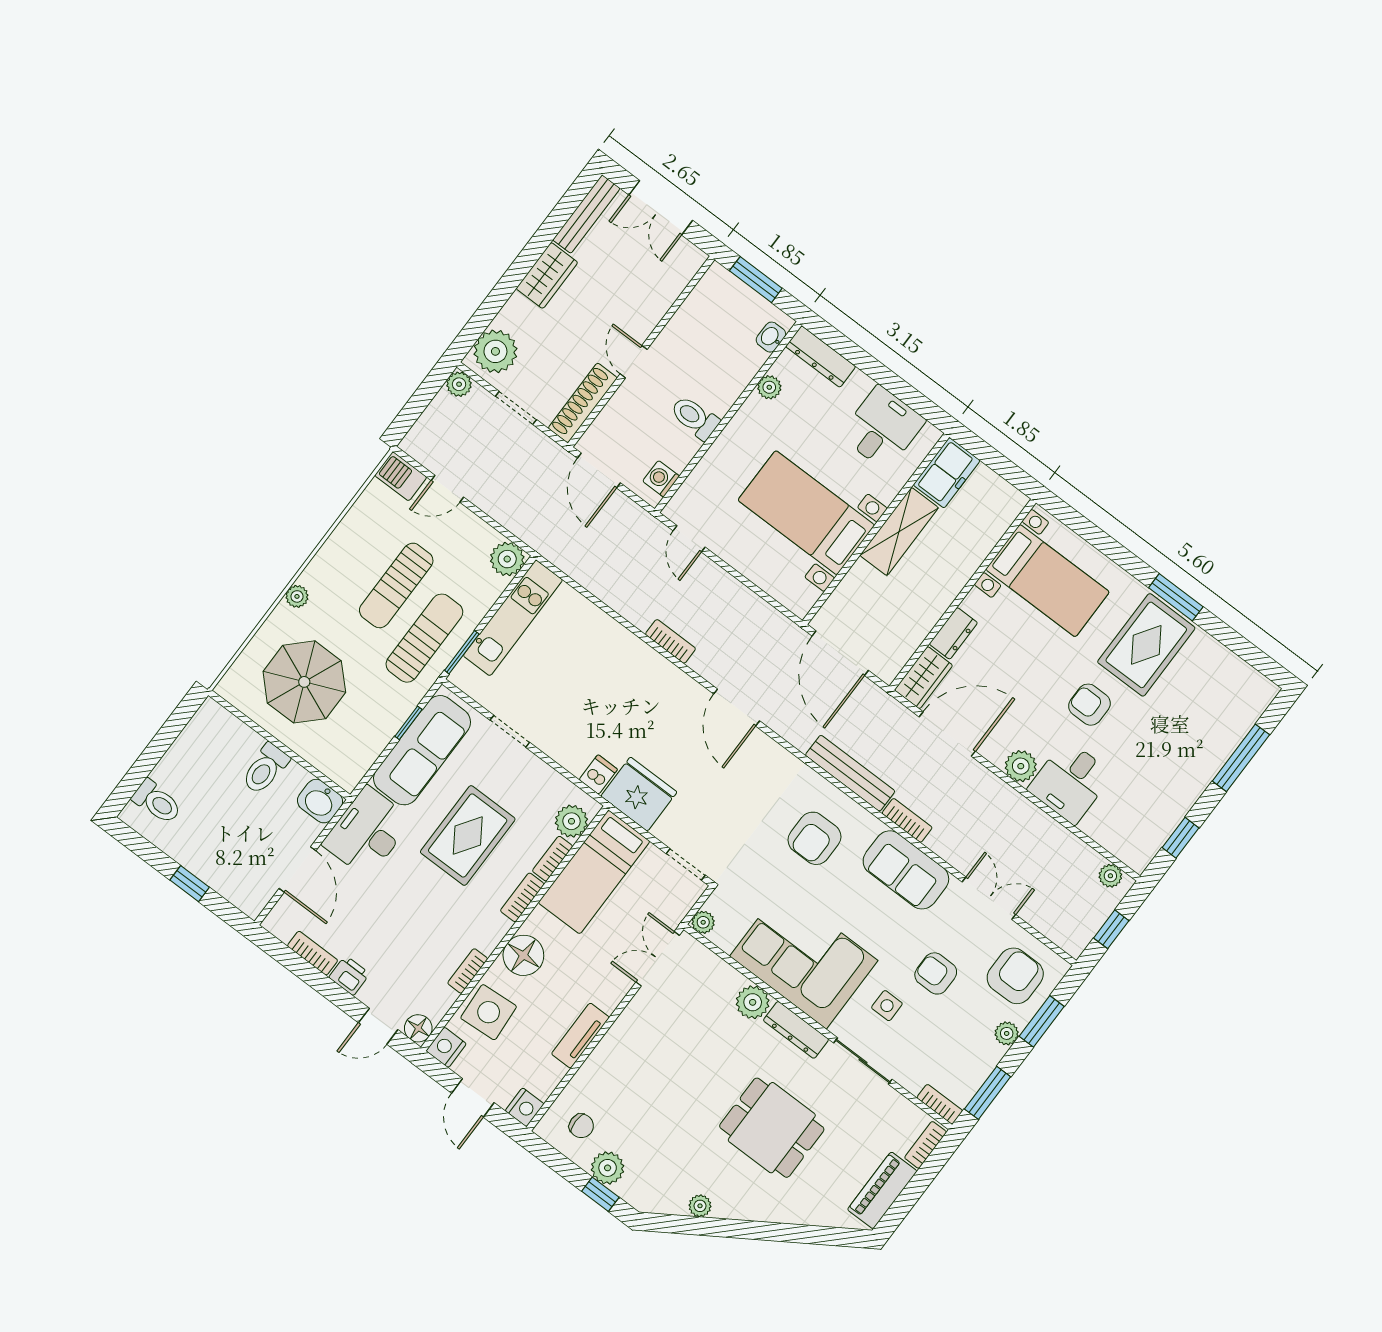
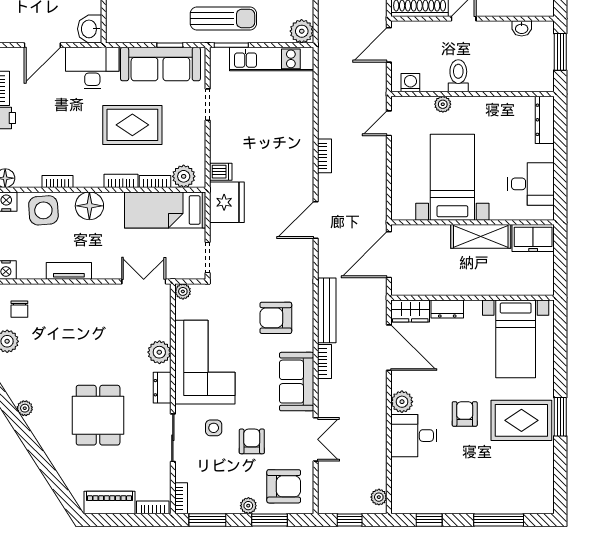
washbasin: (771, 337) -> (522, 28), moved, turned 180
plant: (769, 387) -> (443, 104), moved
dresser: (796, 1030) -> (162, 388), width x0.70

